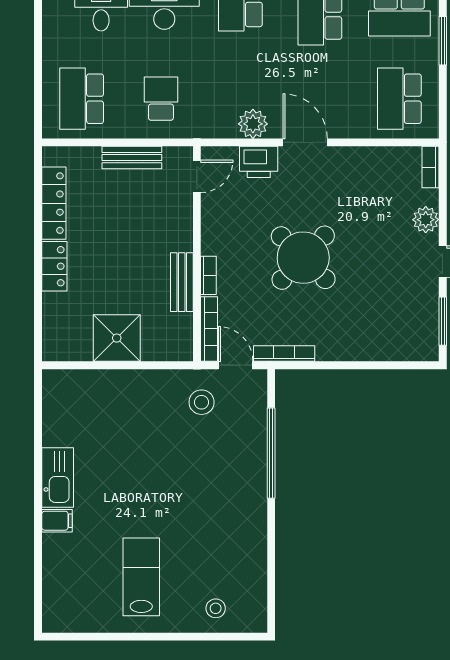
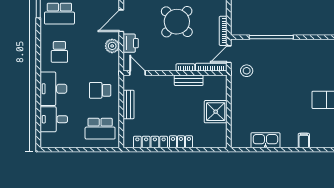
kitchen sink: (58, 478) -> (265, 140), moved

